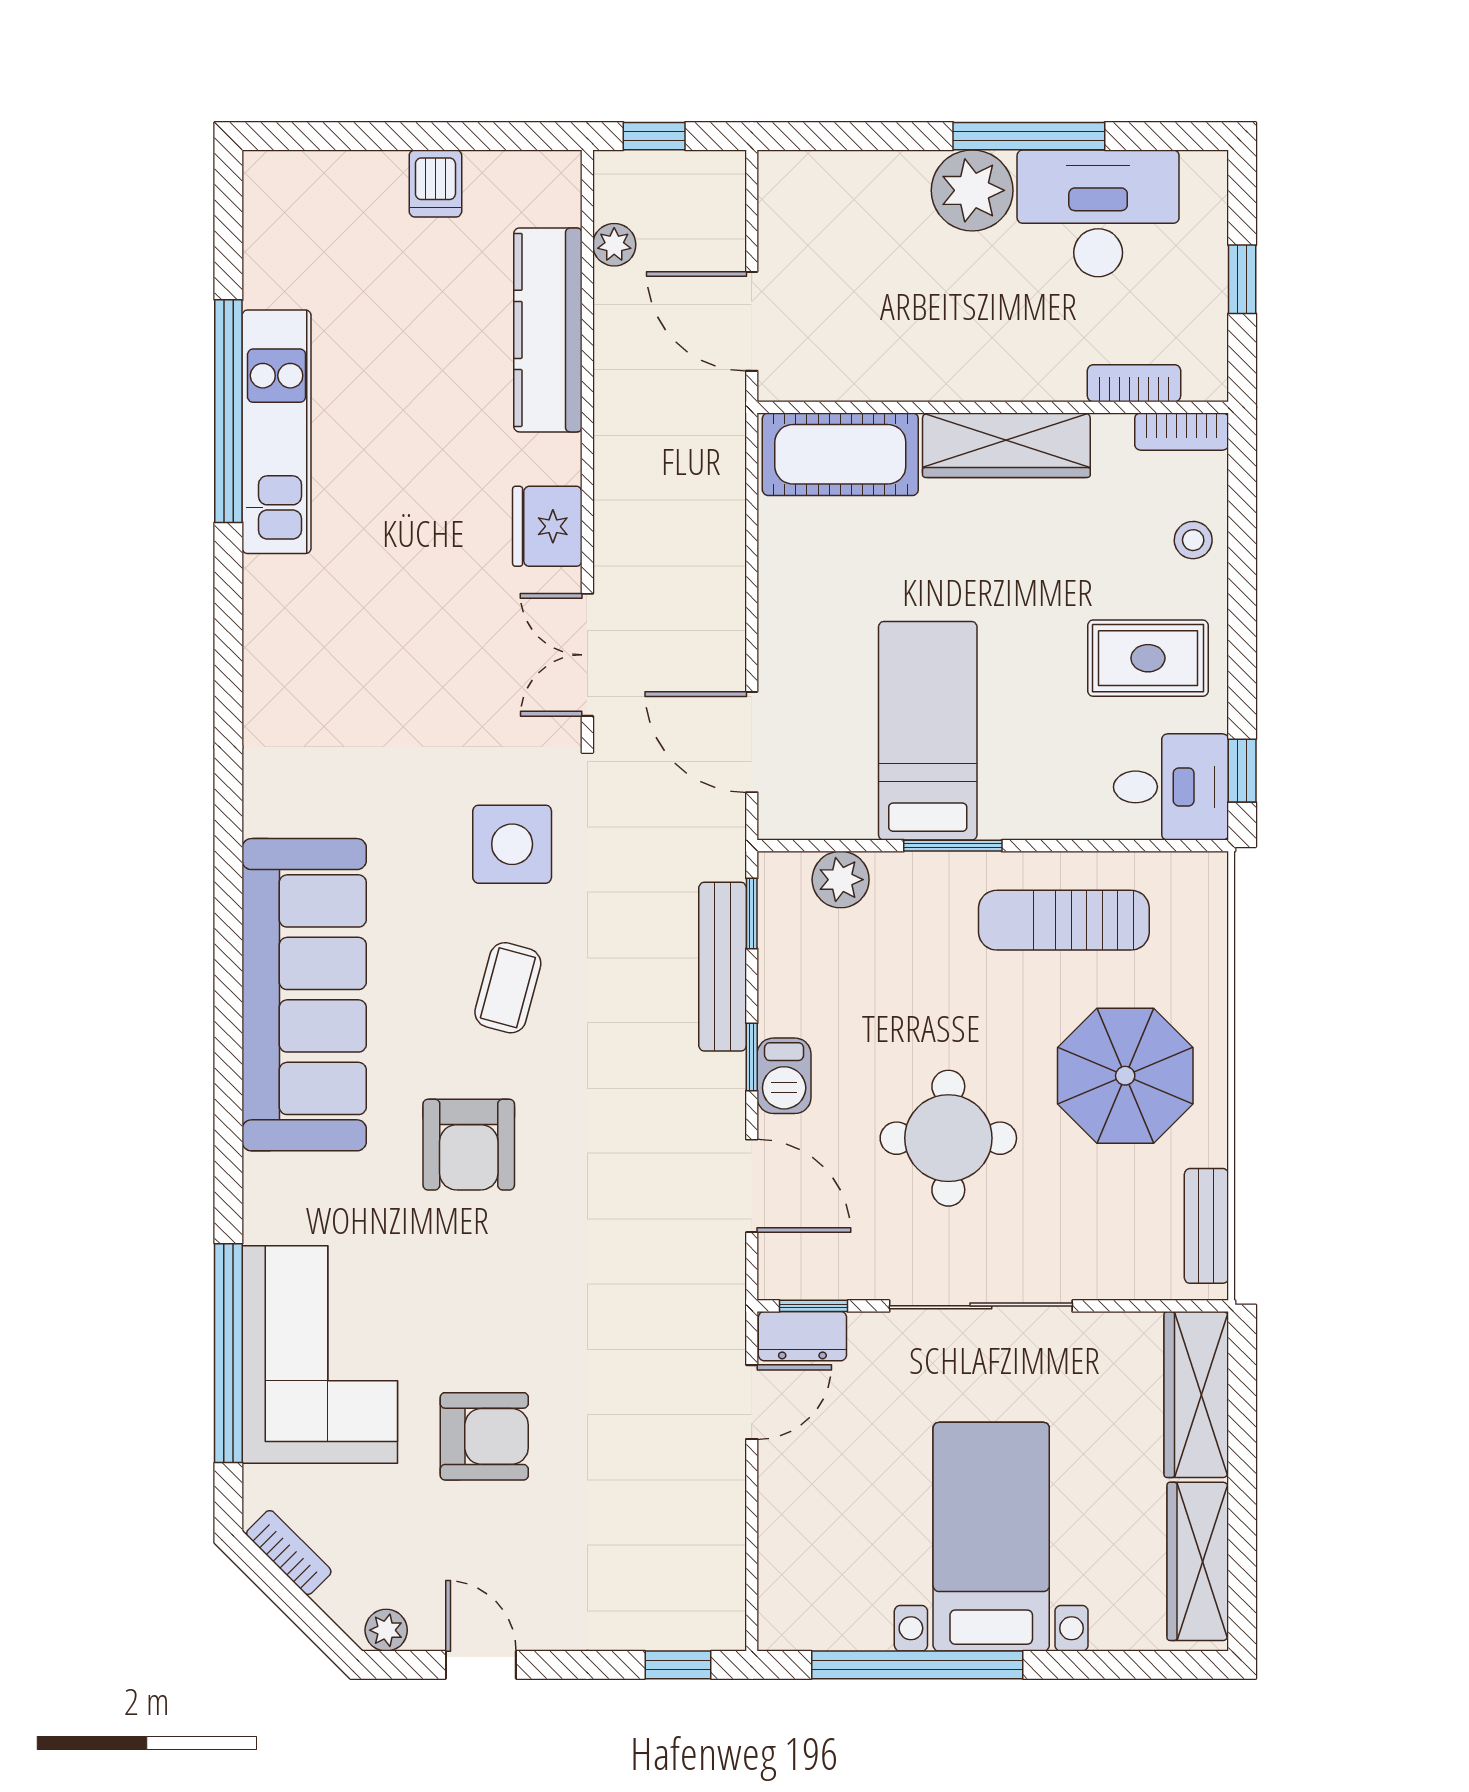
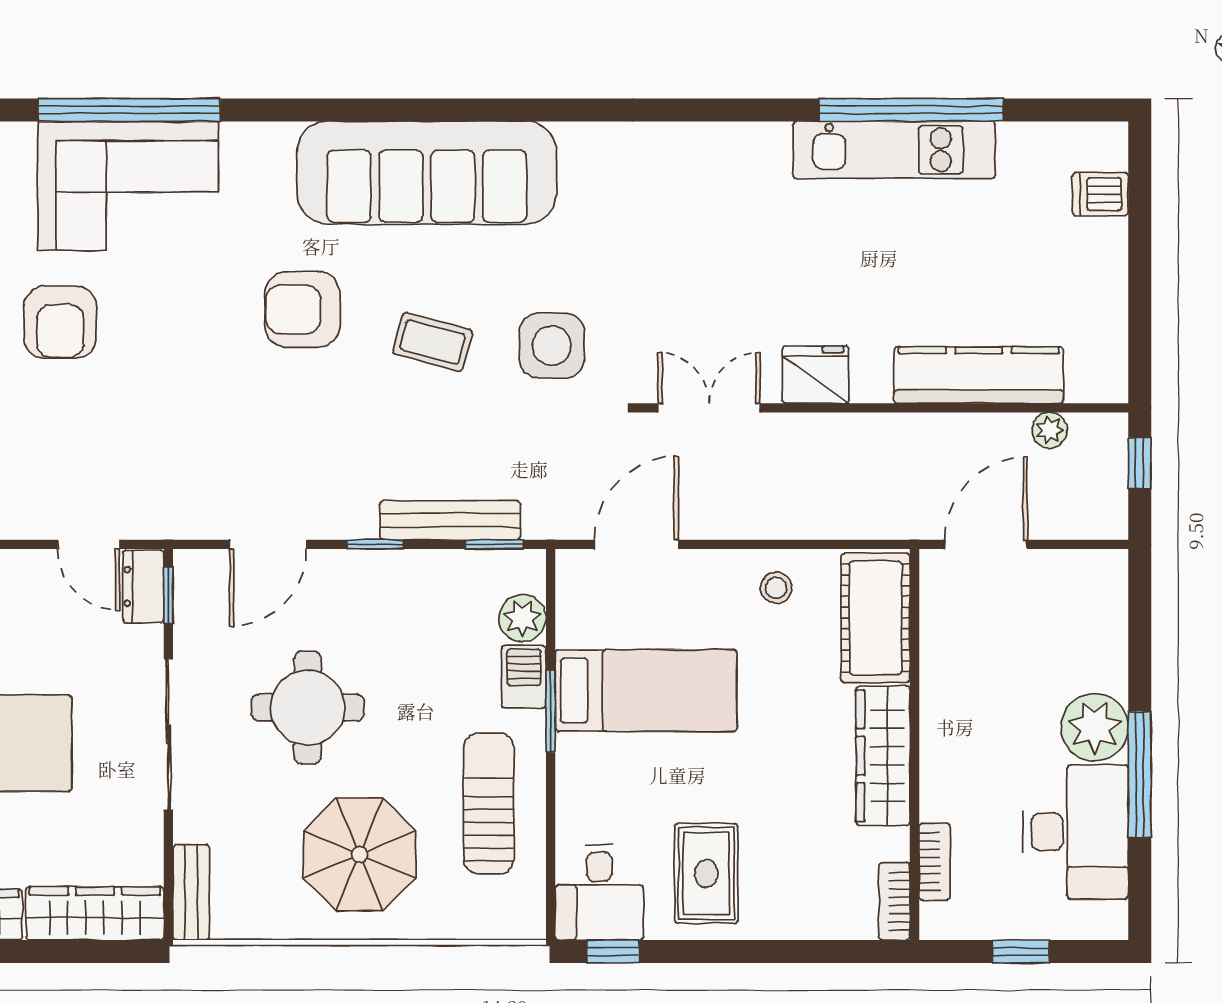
dishwasher: (435, 183) -> (1100, 194), moved
stool: (1193, 540) -> (776, 588), moved
barbecue: (784, 1076) -> (524, 677), moved, turned 90
bench: (1206, 1226) -> (191, 892), moved, turned 90

